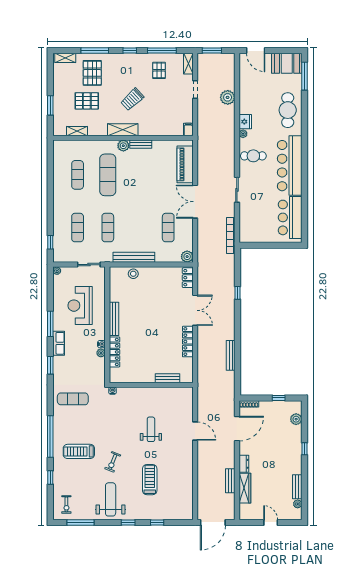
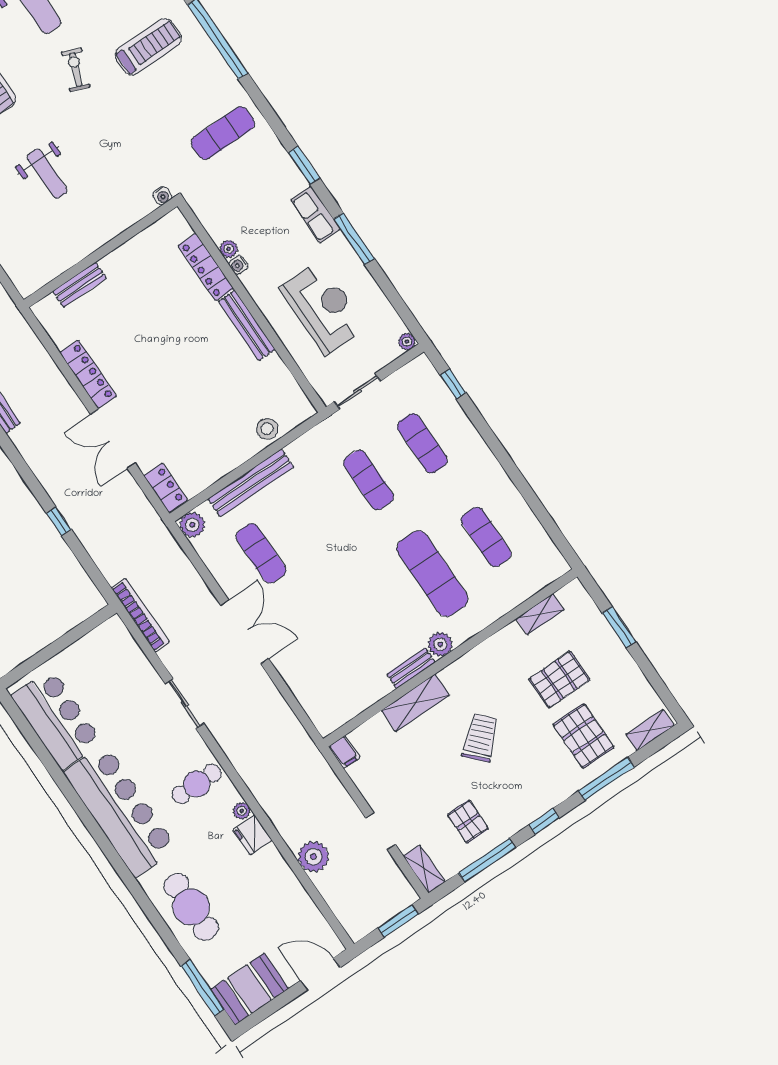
shelving: (123, 130) -> (415, 703), moved
piano: (185, 164) -> (308, 686), removed
bench: (134, 257) -> (251, 483), moved

